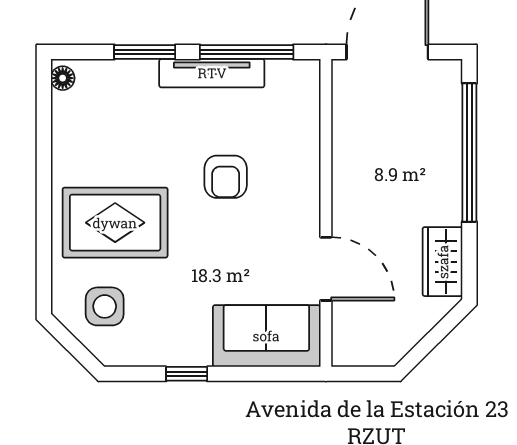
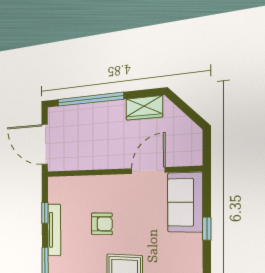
window: (247, 52) -> (45, 213), width x0.46
window: (187, 374) -> (207, 229), moved

